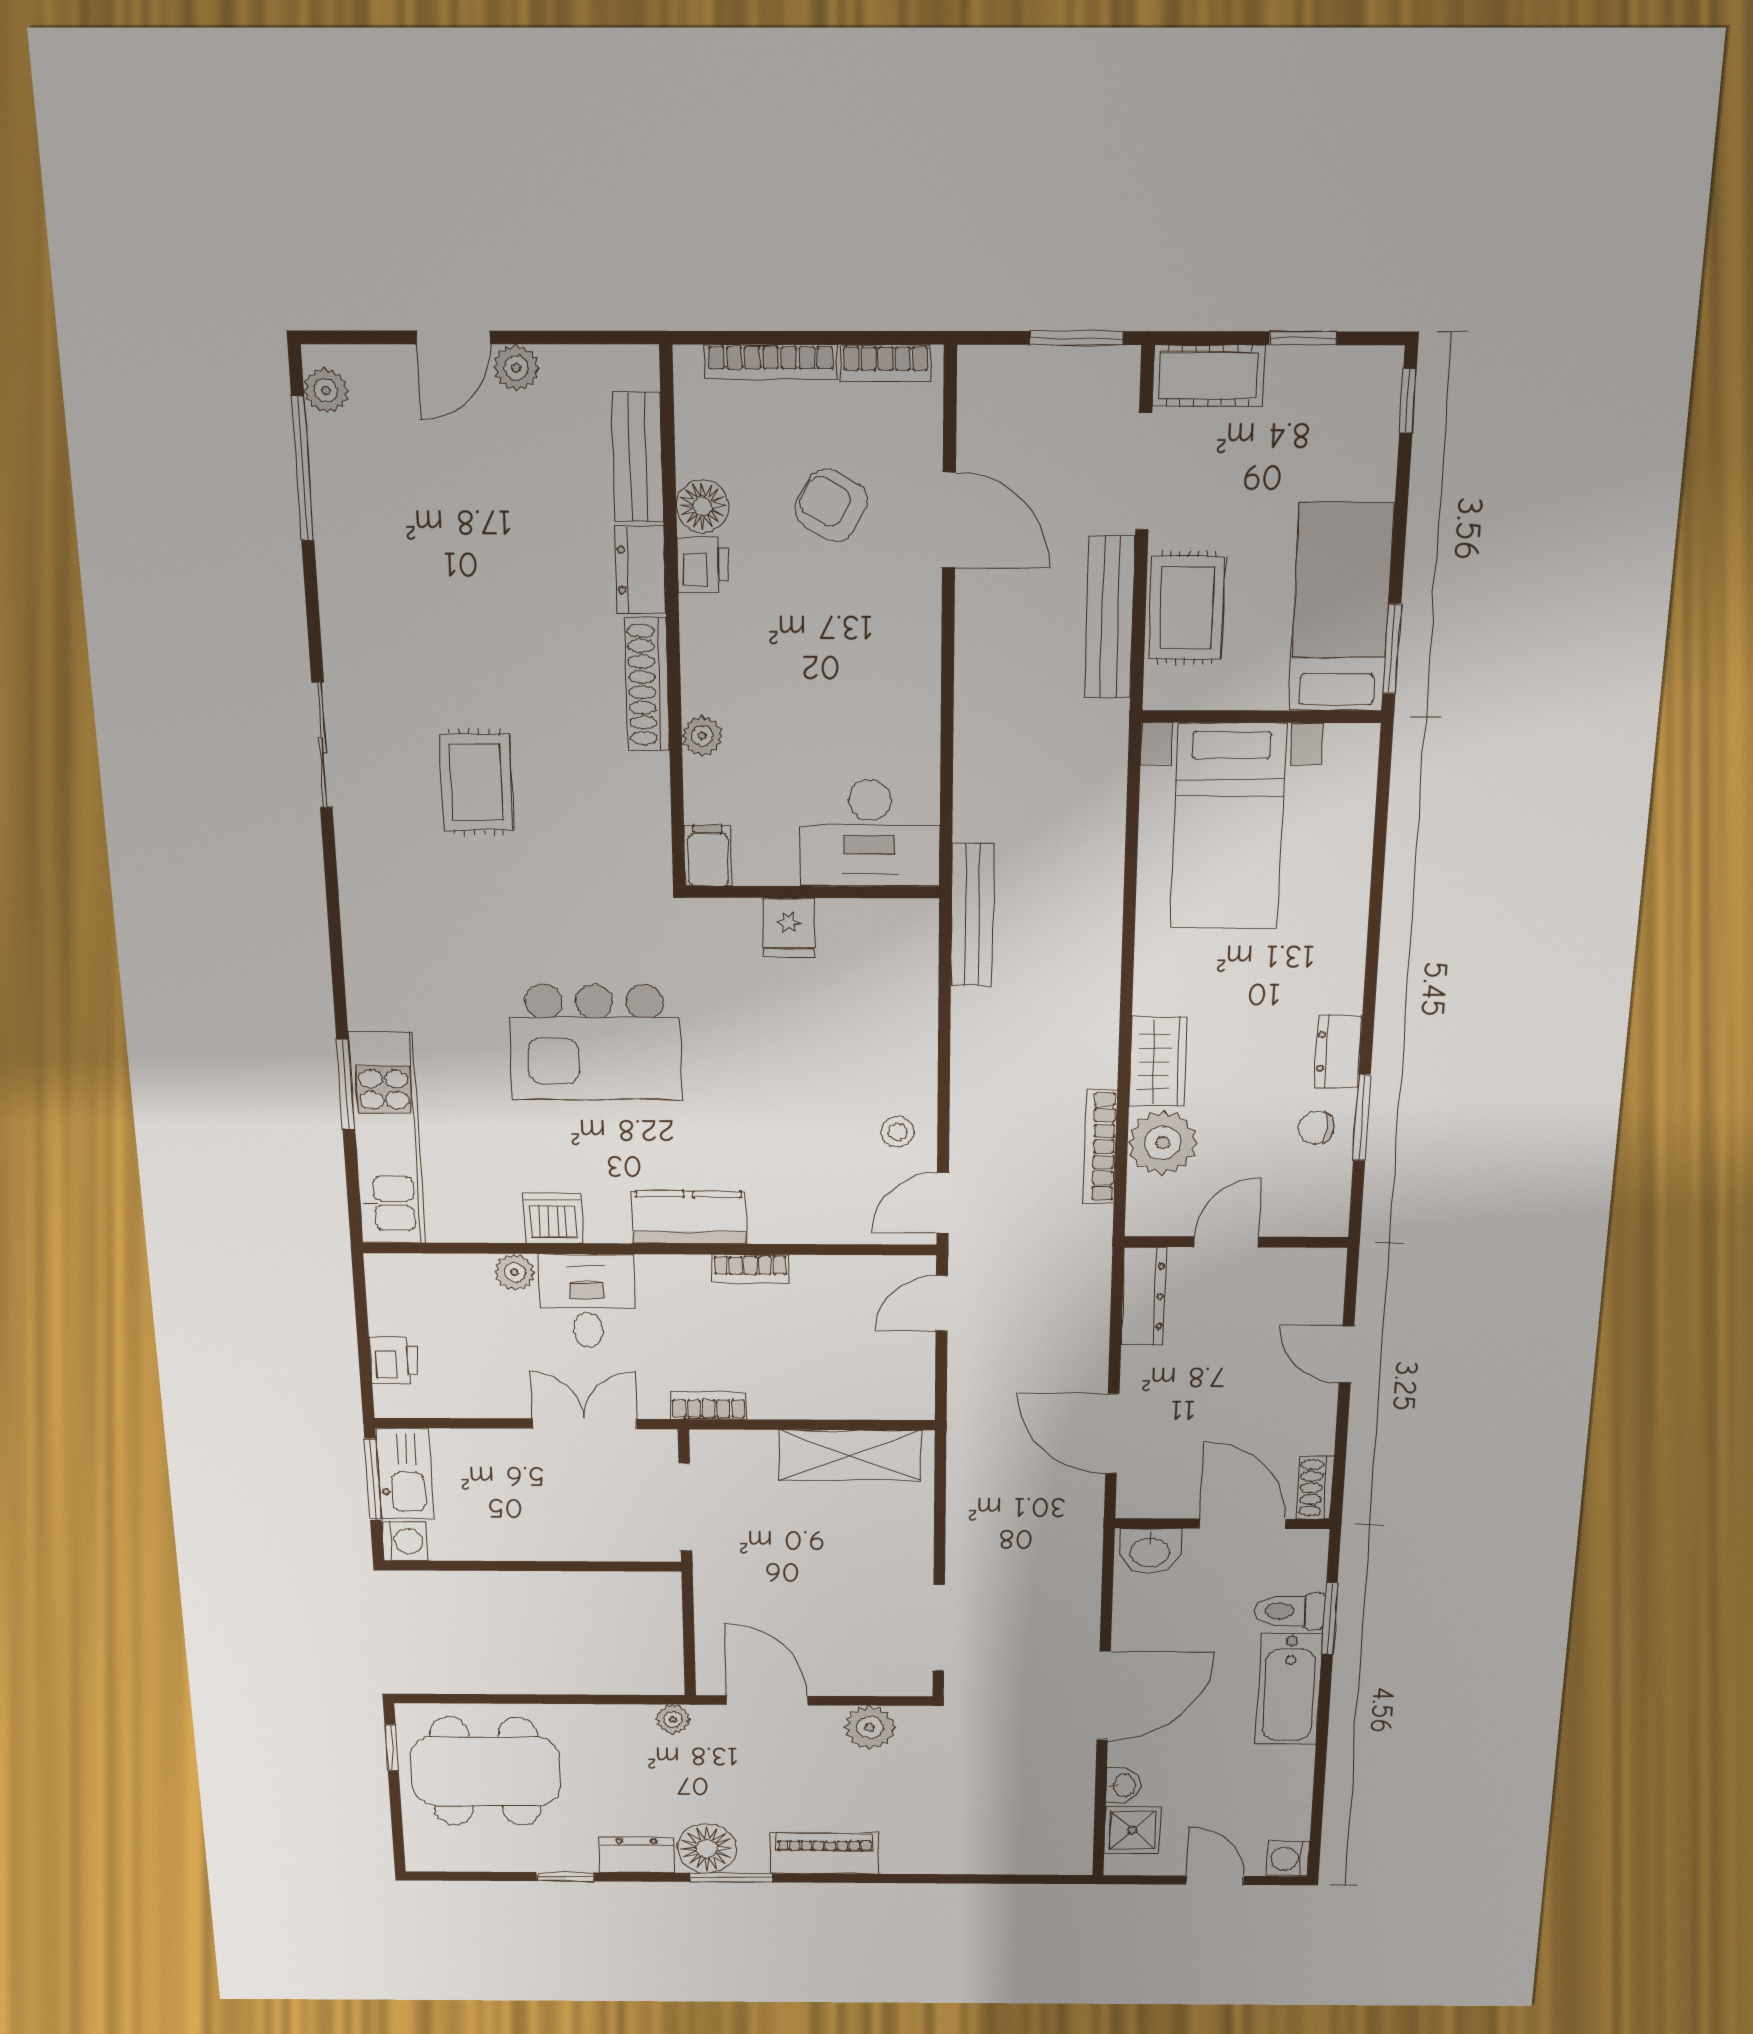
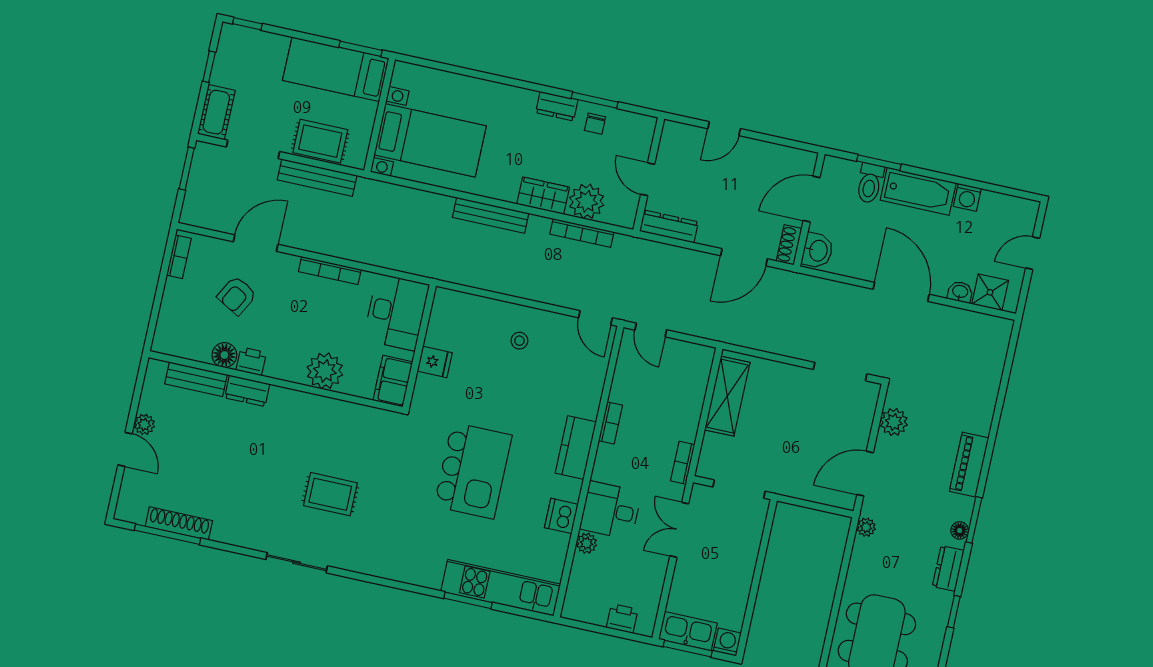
bookcase: (771, 362) -> (330, 270), moved, turned 90
plant: (326, 390) -> (135, 514), removed
shoe rack: (647, 685) -> (179, 523), moved, turned 180
plant: (702, 736) -> (325, 371), width x1.88, depth x1.88
filing cabinet: (708, 856) -> (393, 381), width x2.00
bench: (972, 915) -> (491, 215), moved
stool: (898, 1132) -> (519, 341), moved
shoe rack: (1315, 1488) -> (789, 245), moved, turned 90
floor lamp: (707, 1848) -> (960, 530), width x0.53, depth x0.53
washing machine: (1288, 1858) -> (967, 197), moved

